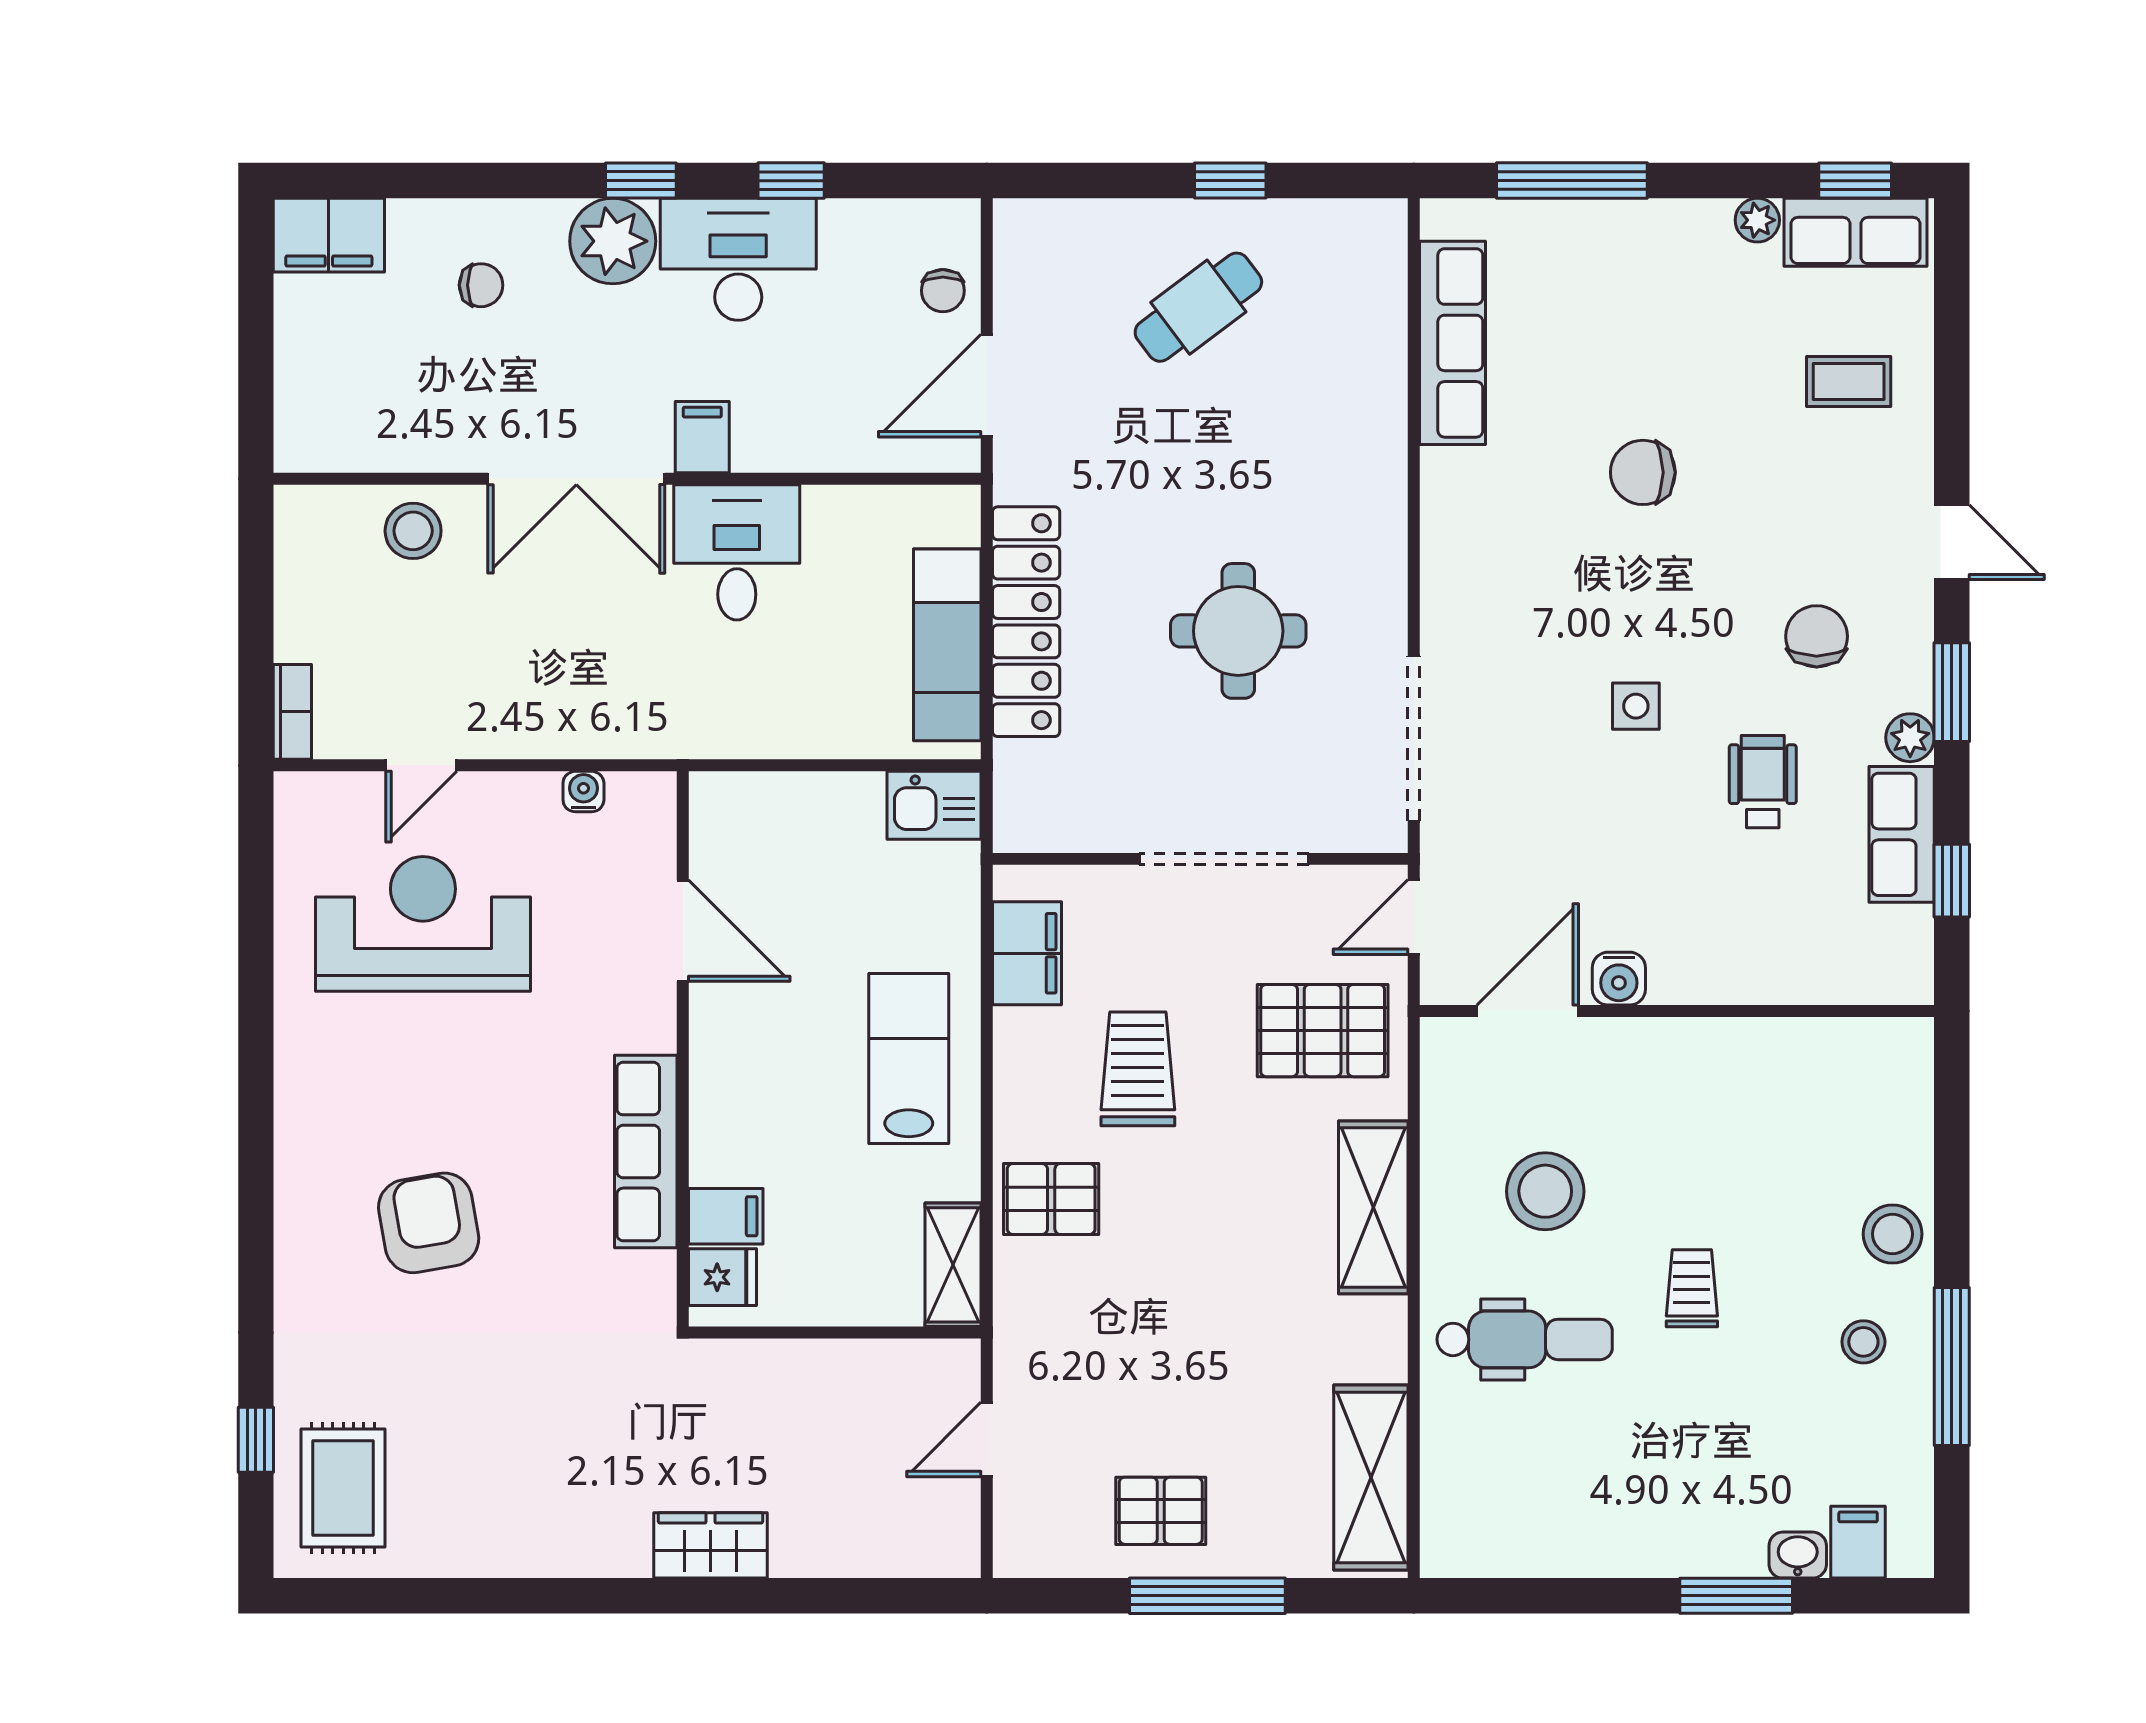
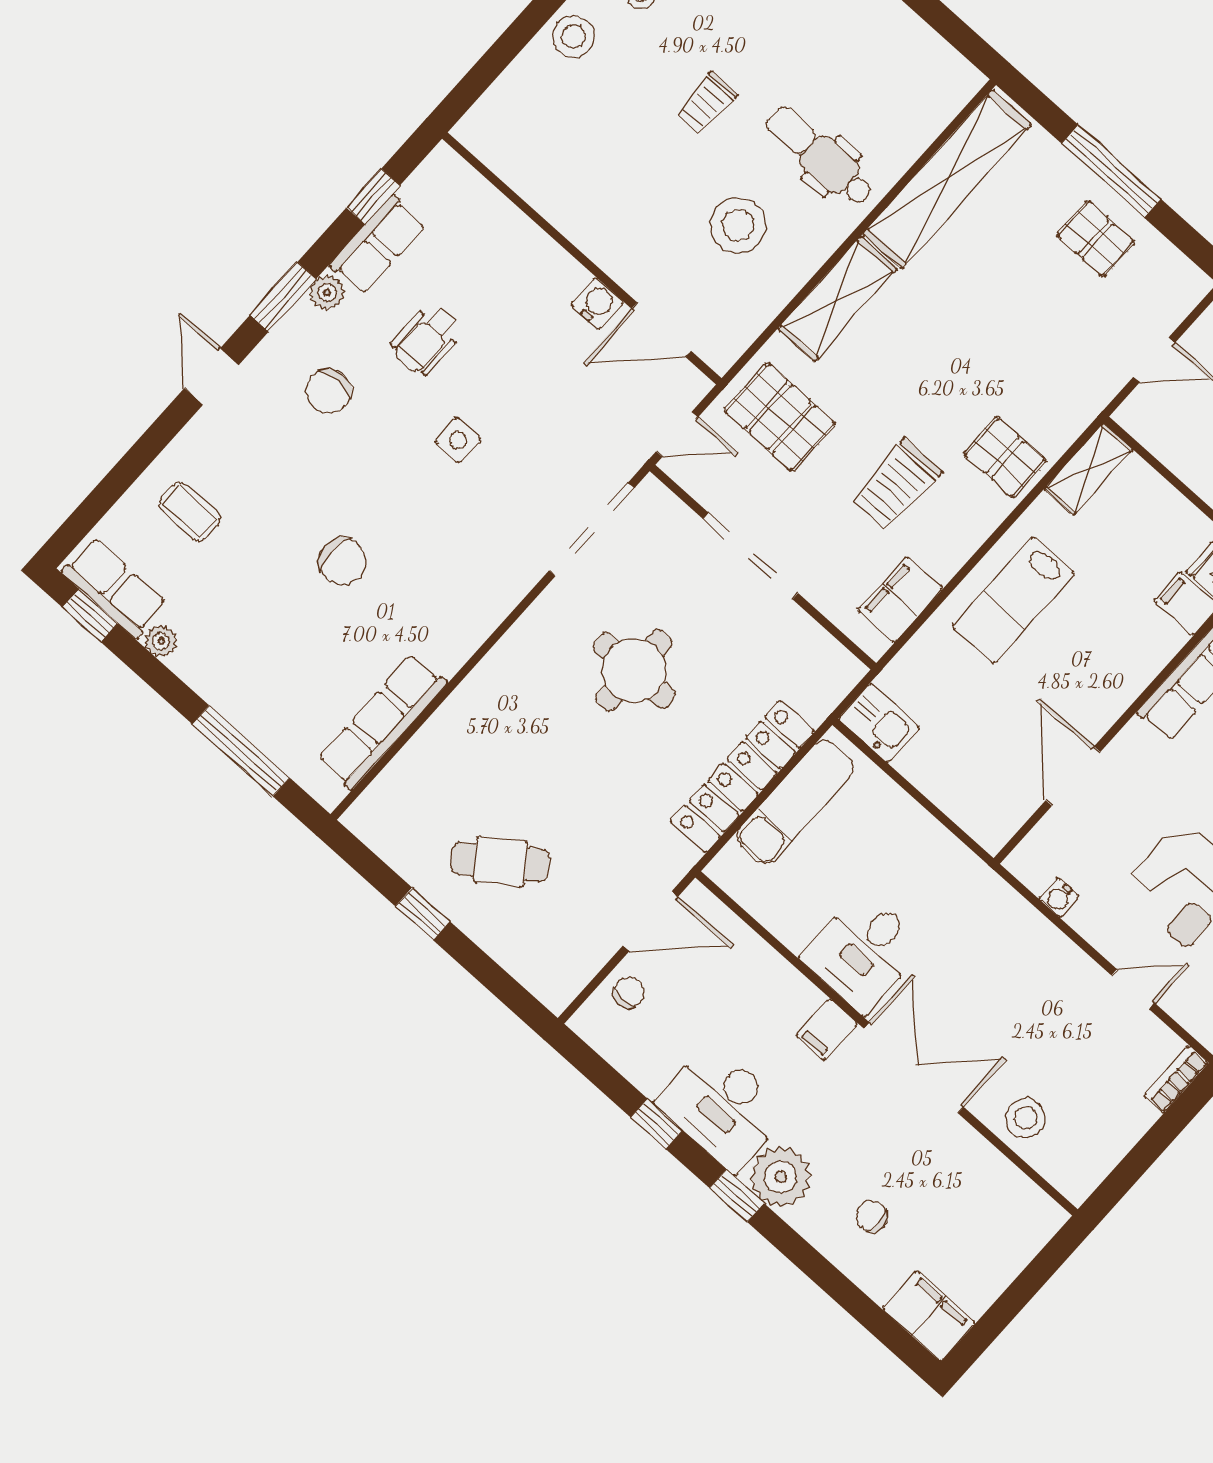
shelving: (1371, 1477) -> (947, 179), width x1.47

